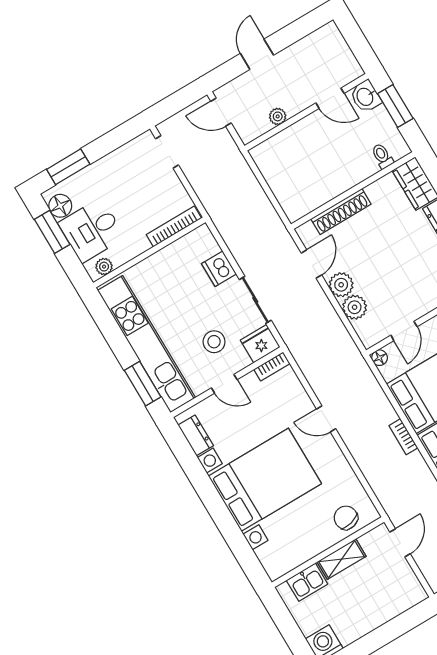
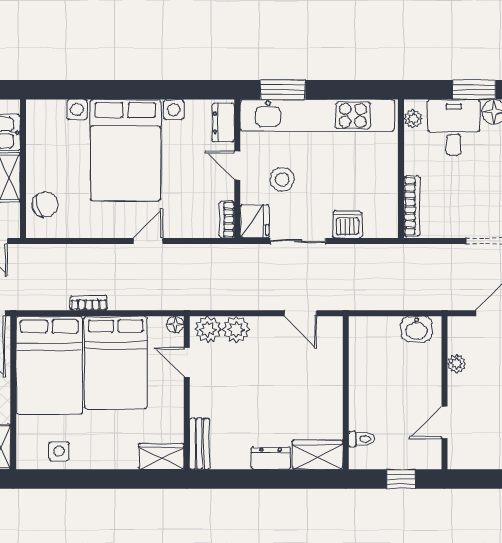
washbasin: (365, 97) -> (417, 329), moved, turned 180
window: (395, 106) -> (401, 479), width x0.67
shoe rack: (341, 212) -> (333, 370), removed
plant: (341, 285) -> (208, 329), moved
door: (224, 384) -> (237, 166), hinge flipped
dresser: (196, 435) -> (223, 123), moved, turned 90

